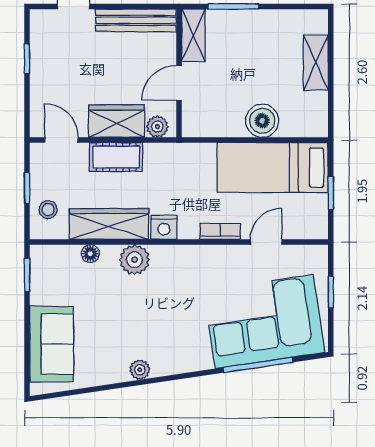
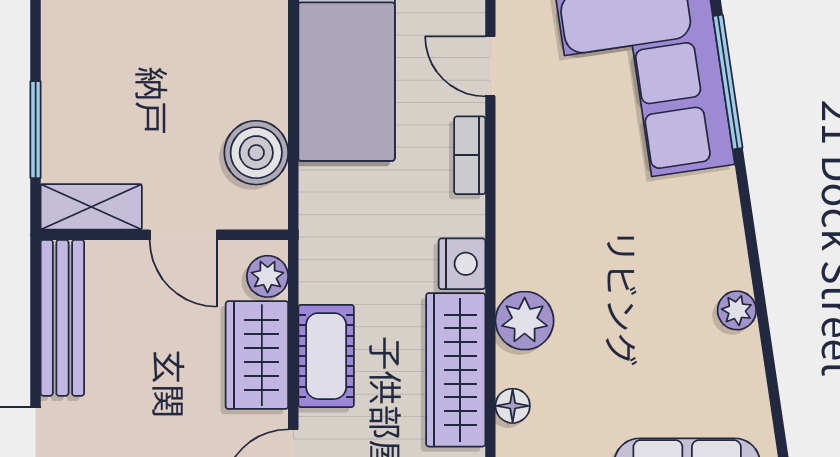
boiler: (262, 121) -> (256, 153), moved

